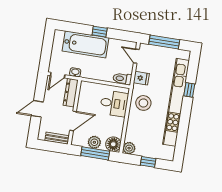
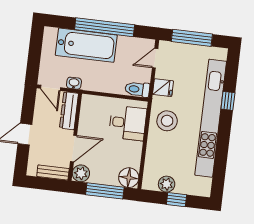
window: (100, 32) -> (105, 27), width x3.17
door: (136, 56) -> (155, 58), hinge flipped
door: (58, 75) -> (50, 88), hinge flipped
plant: (94, 142) -> (81, 173), moved
plant: (129, 148) -> (167, 184), moved

